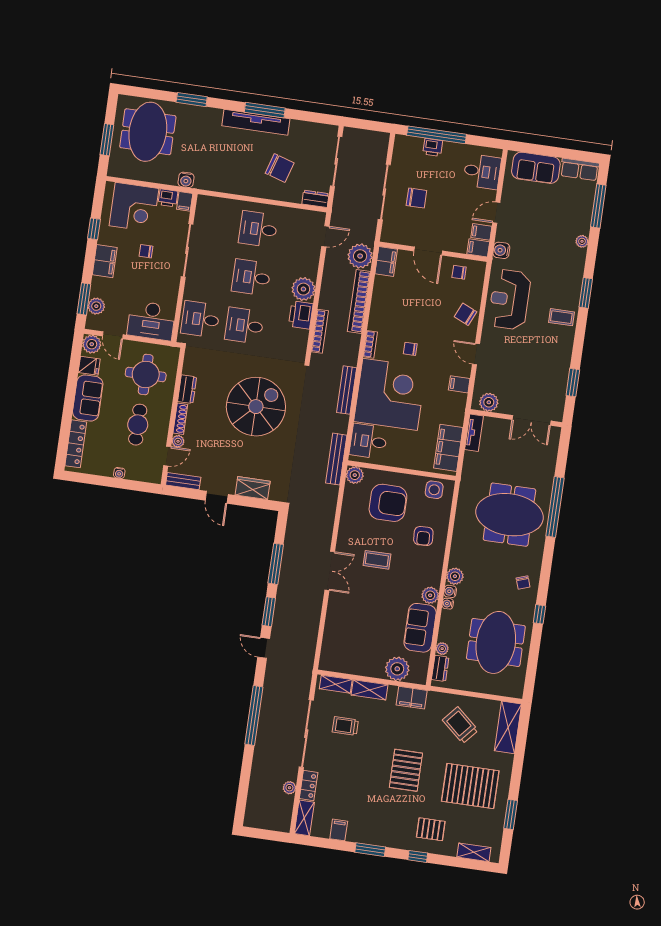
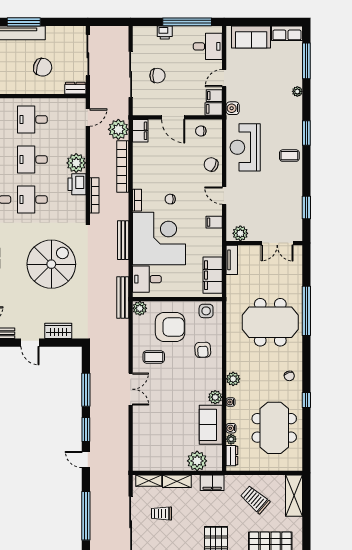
window: (437, 135) -> (187, 22), moved
coffee table: (377, 560) -> (154, 357), moved
water cooler: (450, 591) -> (231, 428), moved

